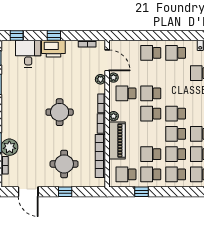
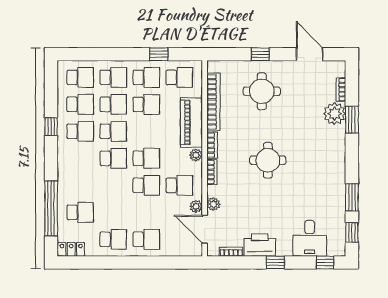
printer: (53, 49) -> (260, 245), moved

